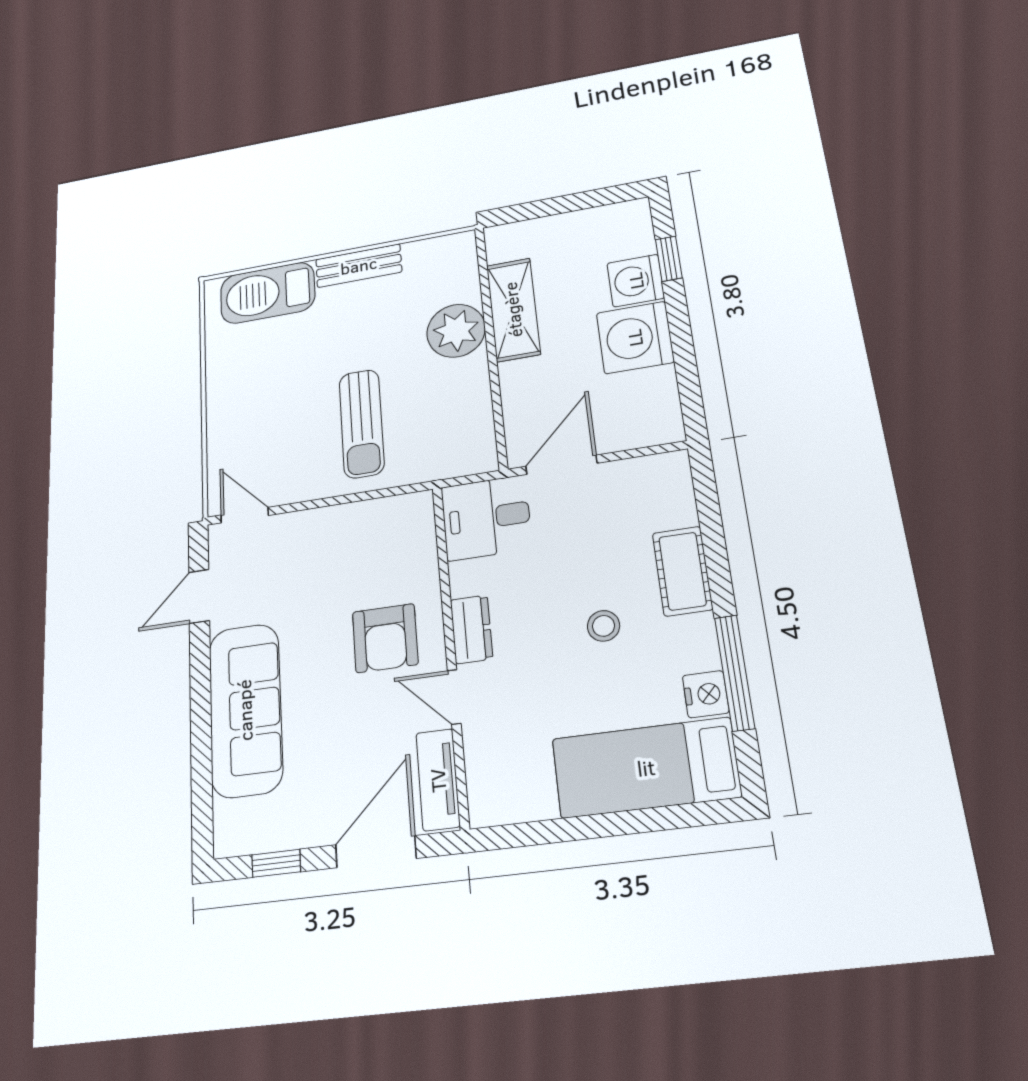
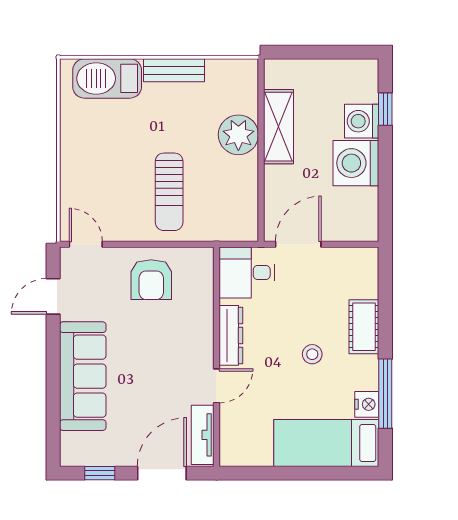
dresser: (471, 629) -> (231, 335), width x1.44
armchair: (385, 638) -> (151, 280), moved
door: (454, 697) -> (217, 386), swing flipped

